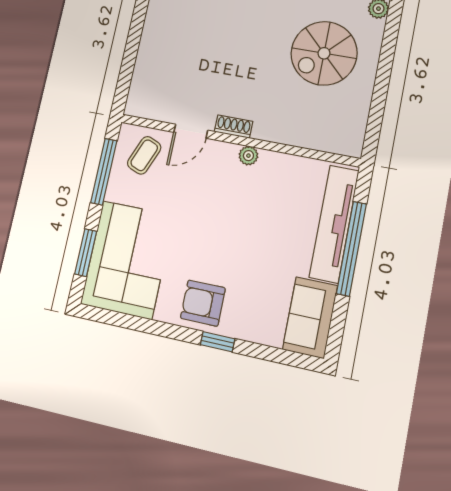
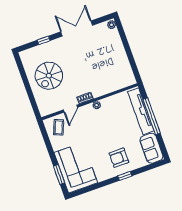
spiral stairs: (324, 53) -> (49, 76), moved
window: (104, 172) -> (47, 142), removed
armchair: (203, 303) -> (119, 158), moved

